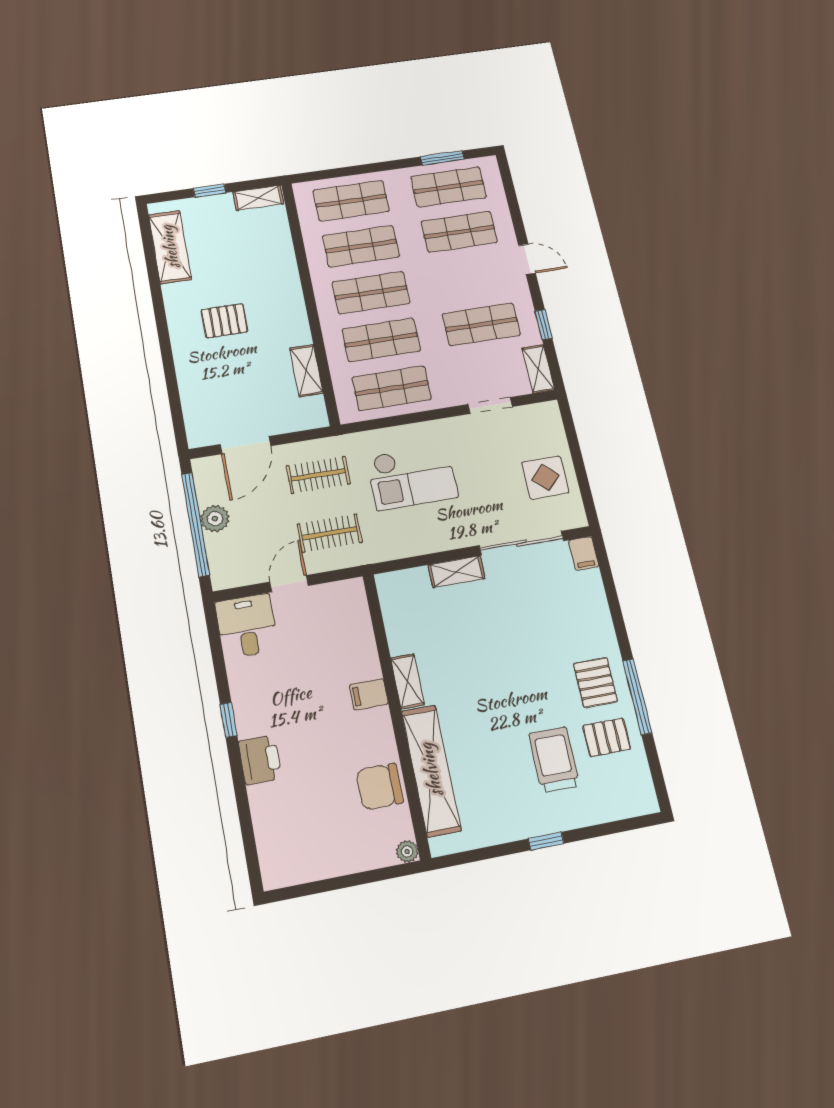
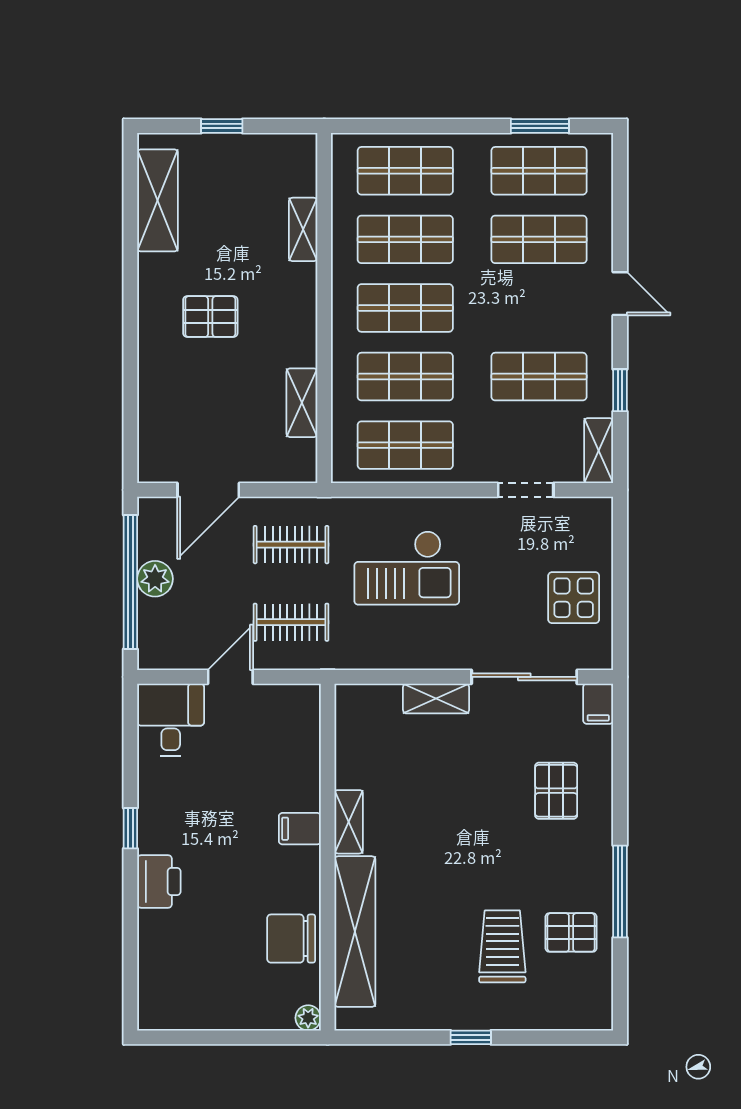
shelving: (258, 198) -> (303, 229), moved, turned 90
pallet: (595, 682) -> (556, 791), moved

